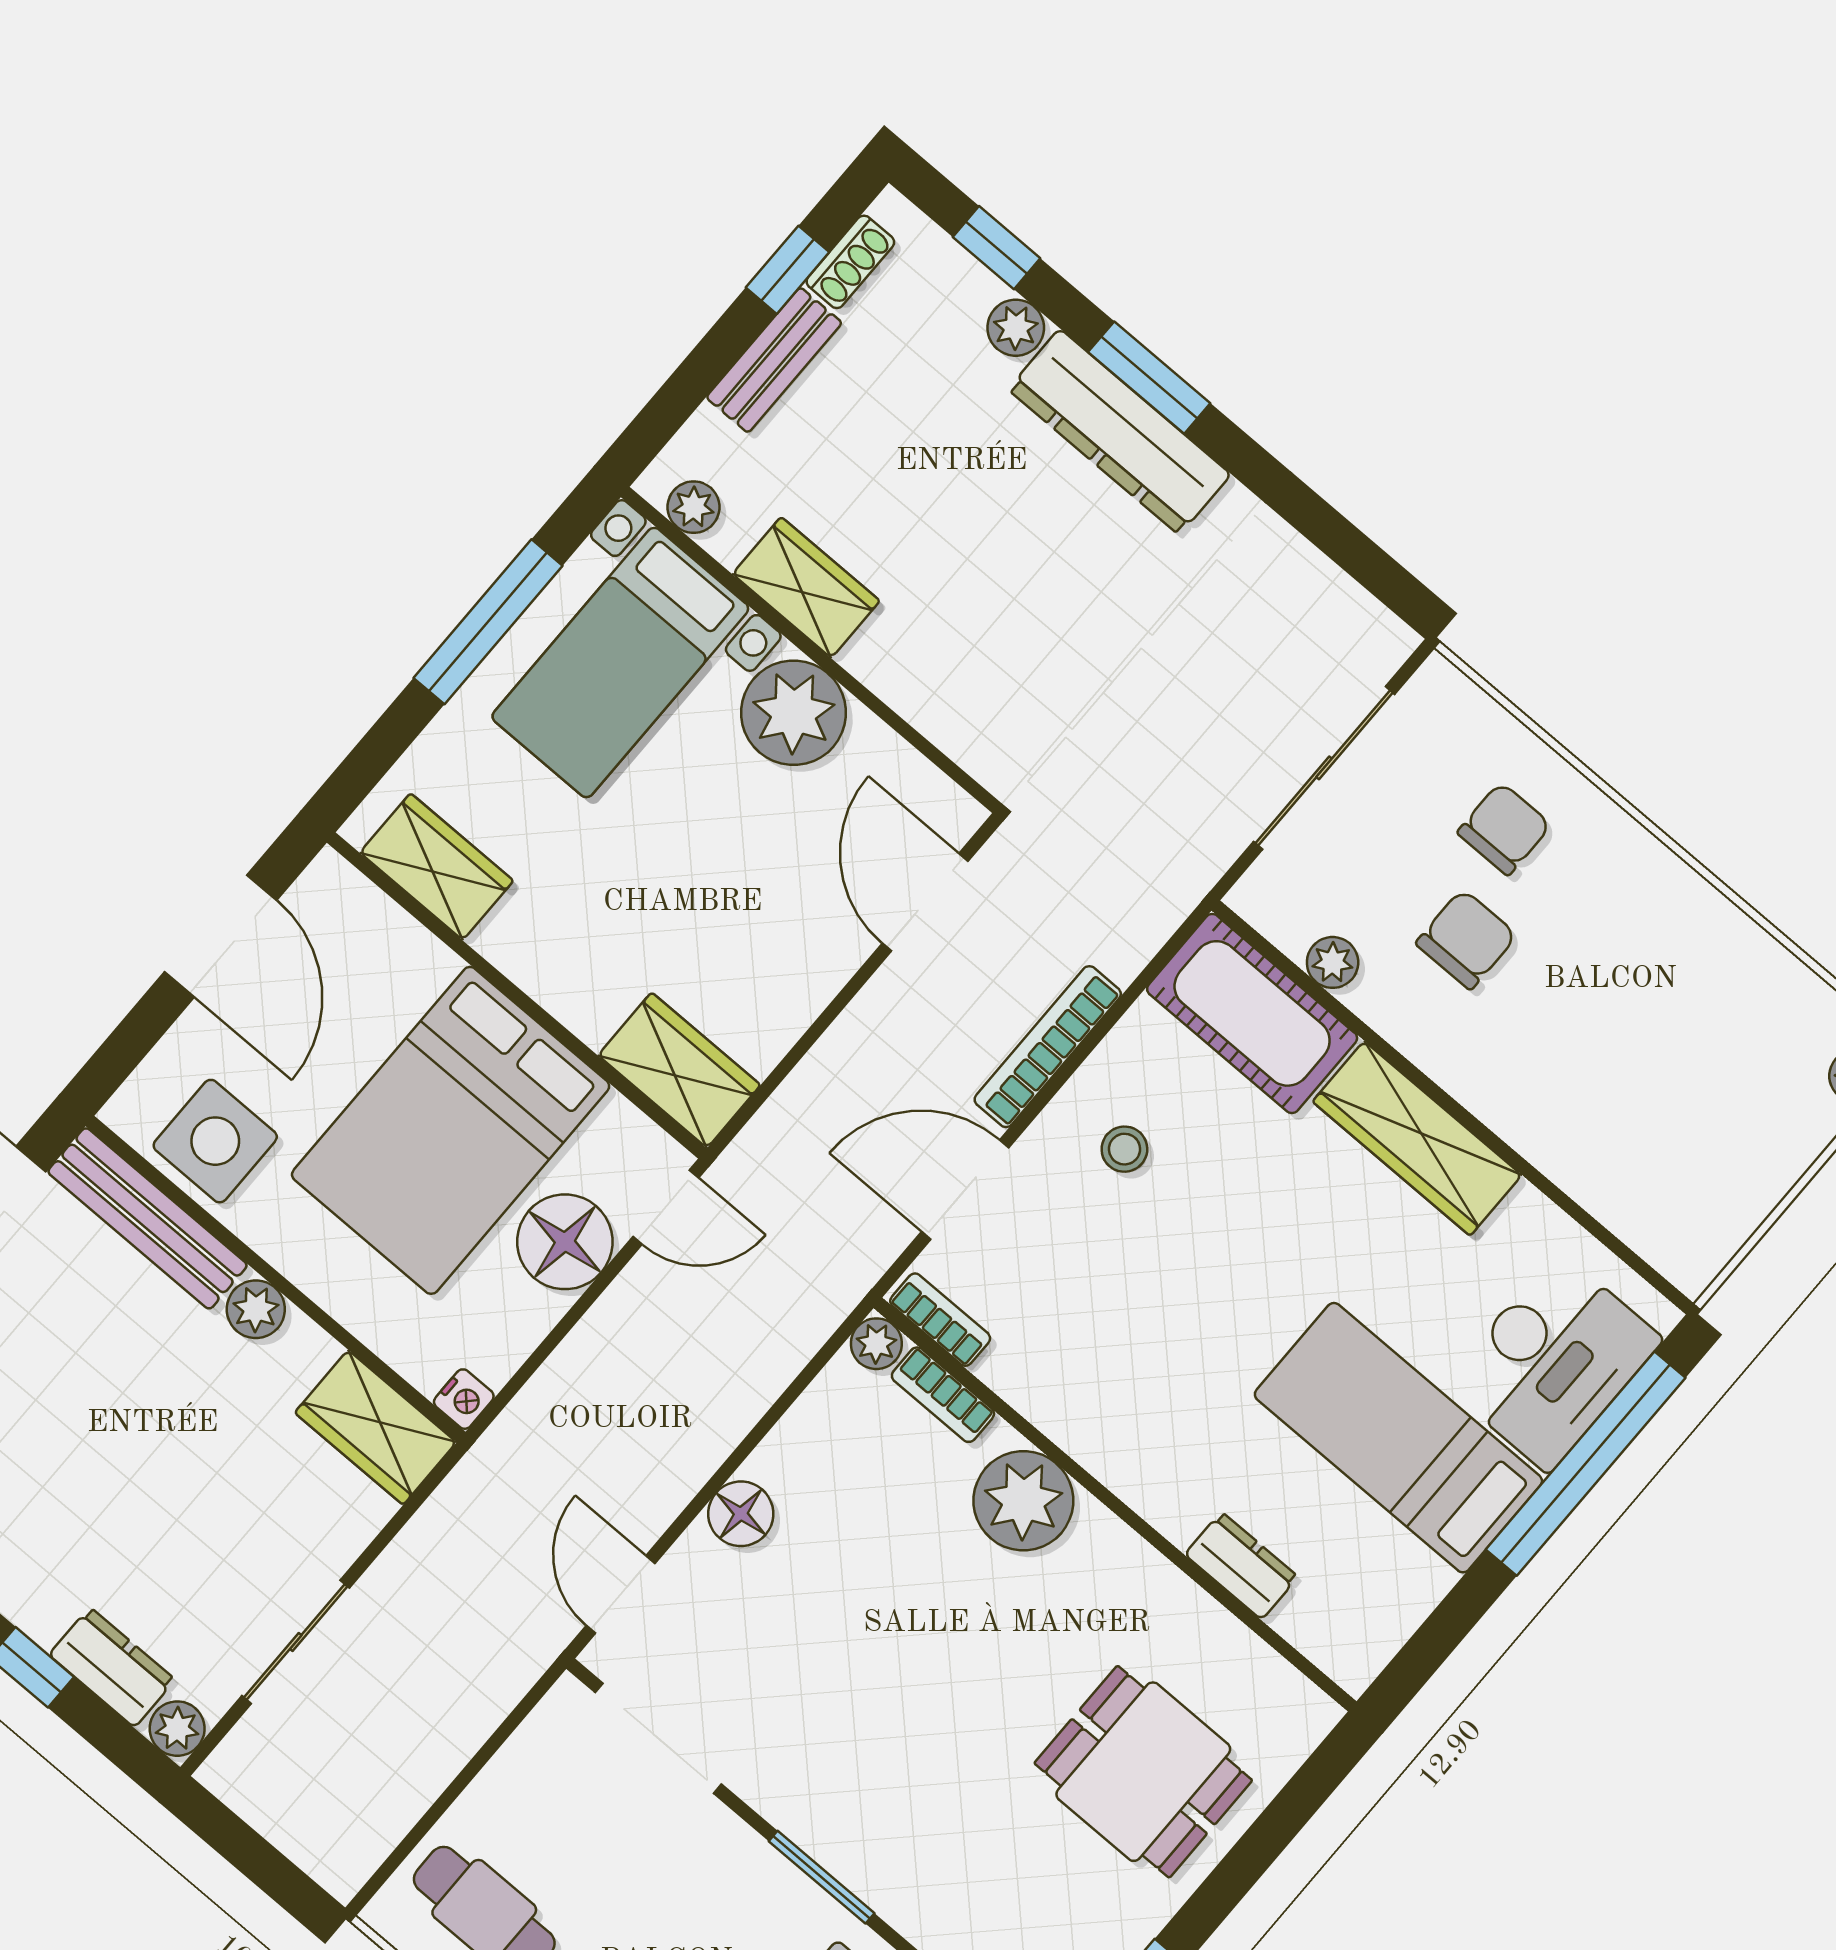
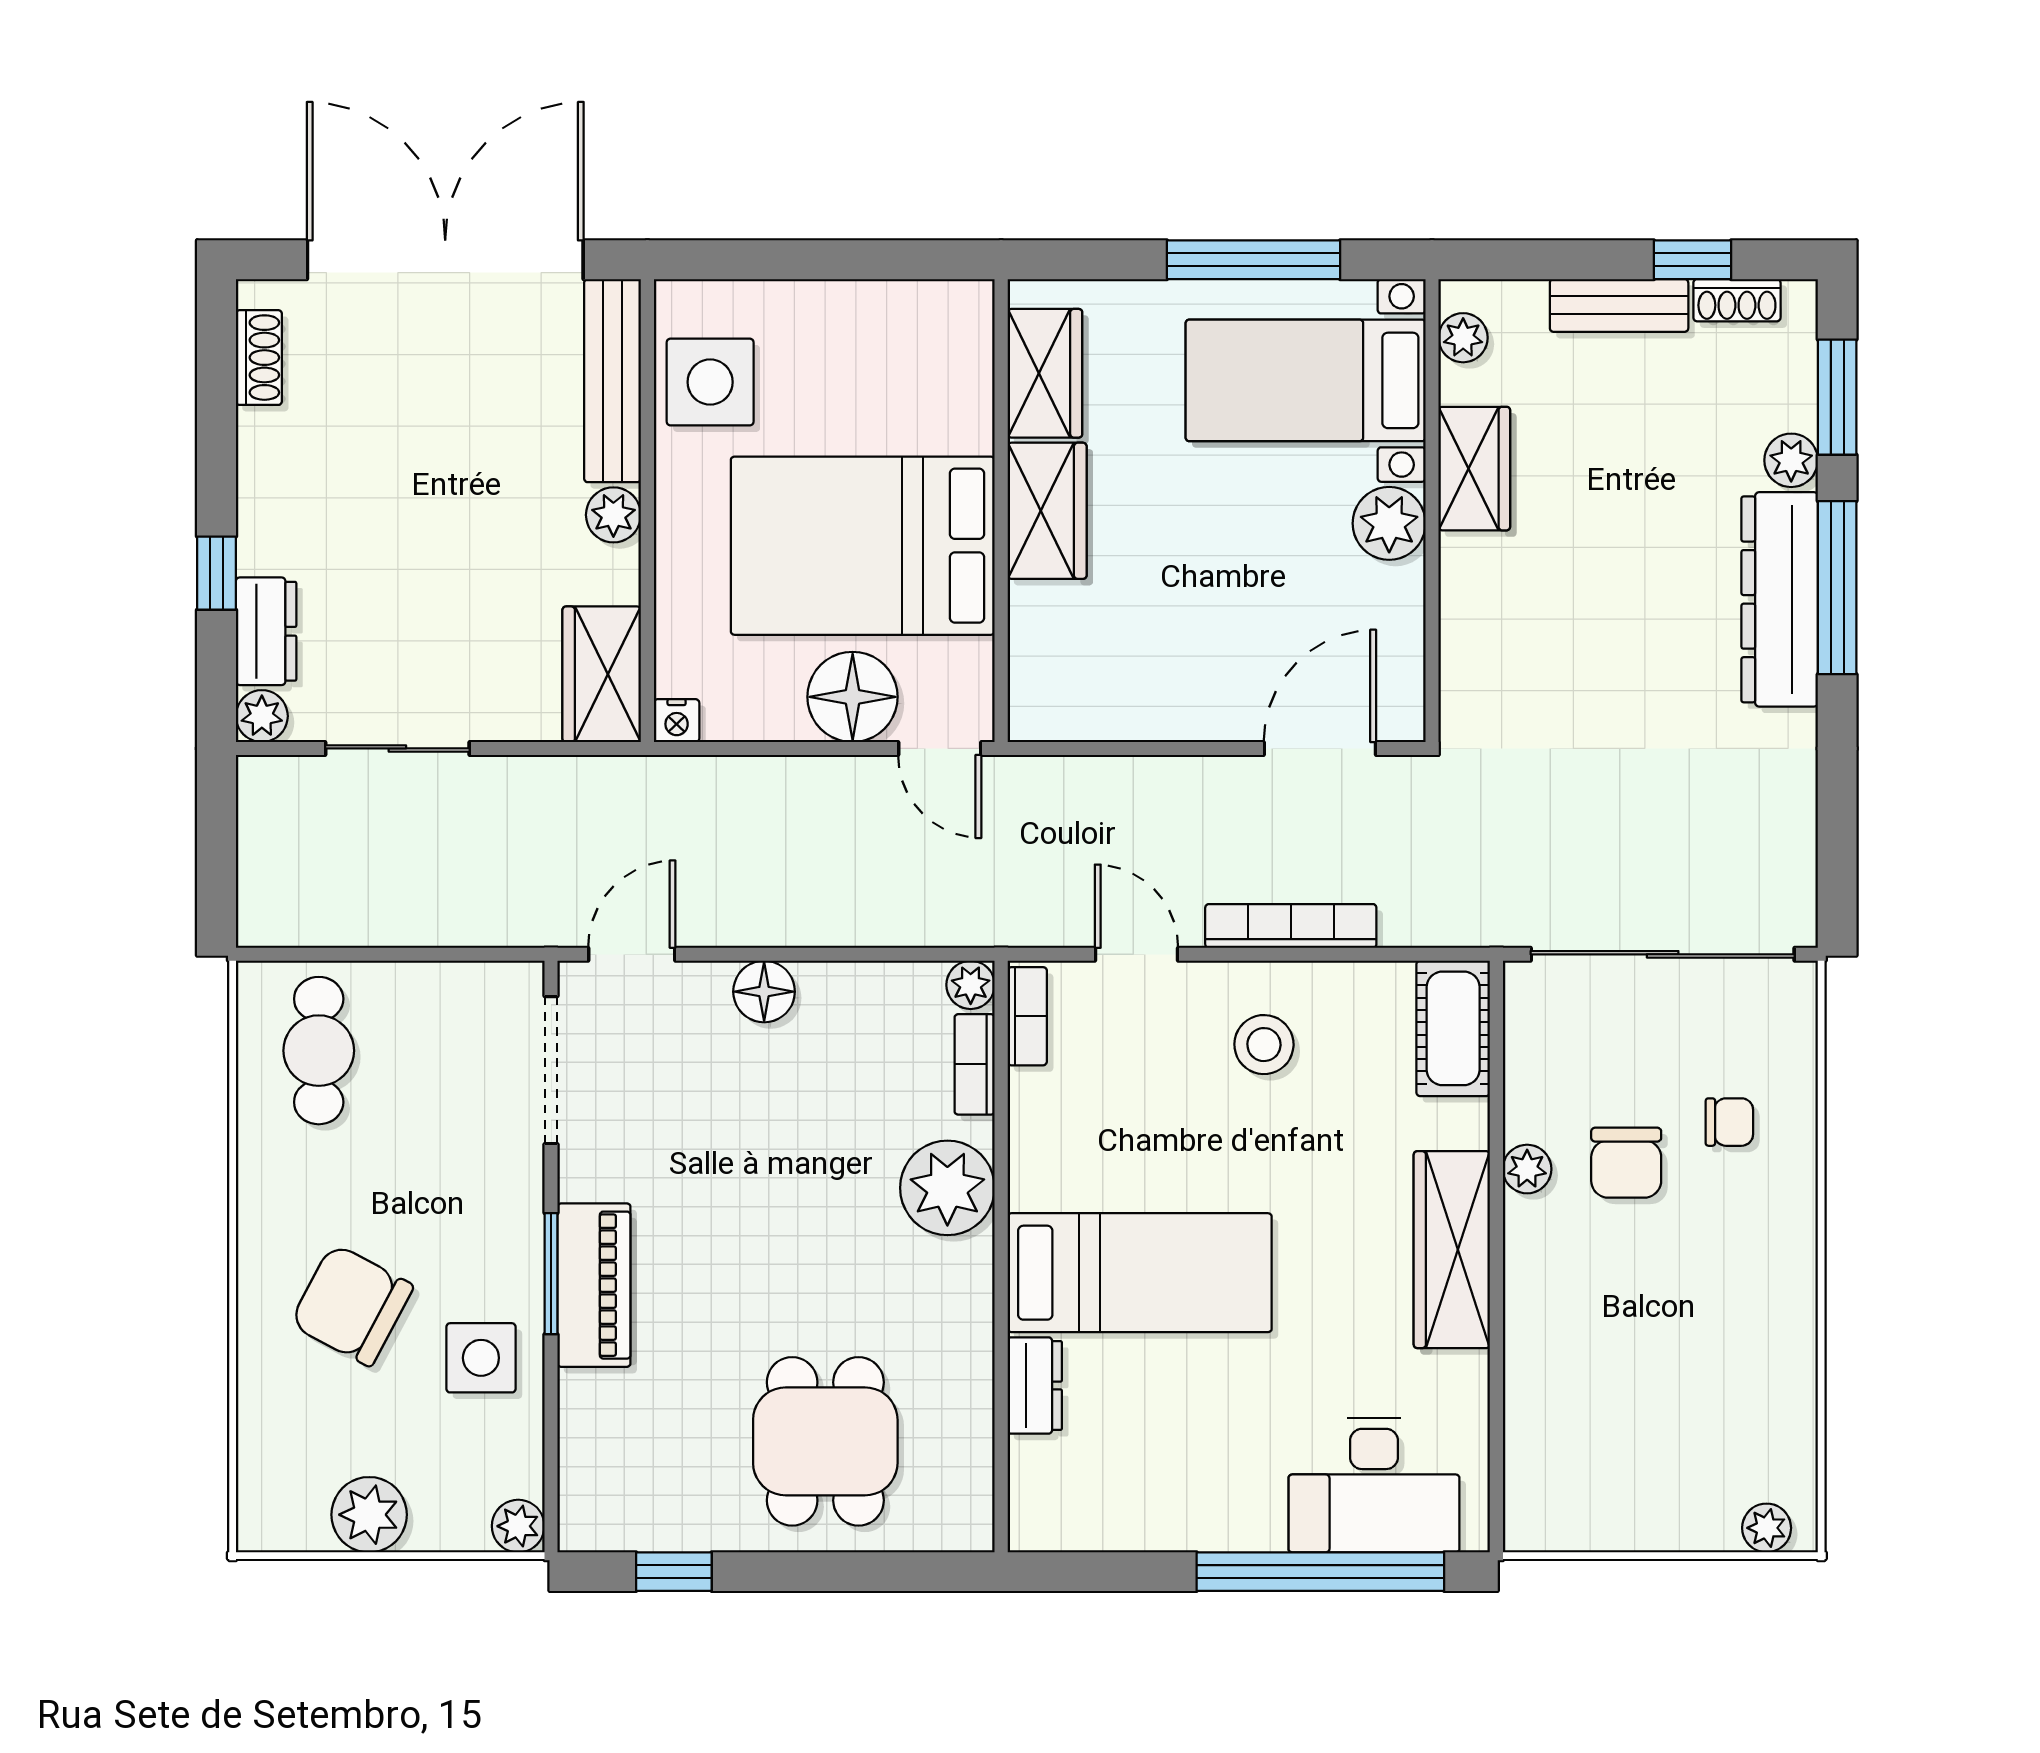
window: (997, 248) -> (1837, 397), width x1.50
window: (1149, 378) -> (1837, 588), width x1.44
plant: (794, 713) -> (1389, 523), width x0.73, depth x0.73
sliding door: (1324, 768) -> (1663, 954), width x1.36
chair: (1504, 829) -> (1729, 1122), width x0.73, depth x0.73
door: (221, 936) -> (862, 260), removed
chair: (1466, 939) -> (1626, 1163), turned 90
plant: (1333, 962) -> (1527, 1169), moved
cot: (1252, 1013) -> (1453, 1028), width x0.73, depth x0.75
wardrobe: (679, 1070) -> (1047, 511), moved
stool: (1124, 1149) -> (1264, 1045), width x1.37, depth x1.37
door: (965, 1190) -> (1137, 954), width x0.73
bed: (1398, 1438) -> (1140, 1273), moved, turned 90
piano: (860, 1851) -> (594, 1285), added

